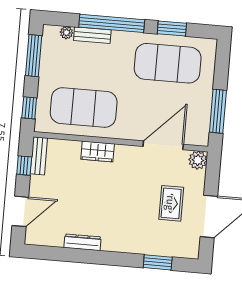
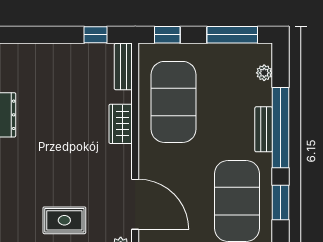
bench: (92, 35) -> (264, 129), moved
bench: (39, 156) -> (123, 67), moved, turned 90
door: (20, 211) -> (39, 35), removed

